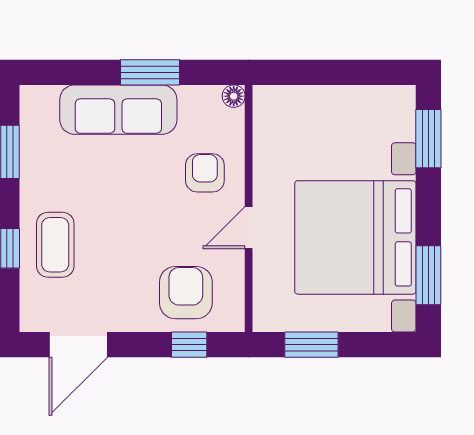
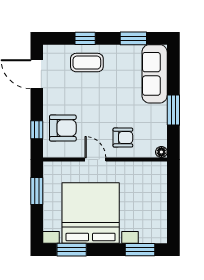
sofa: (118, 110) -> (155, 74), moved

